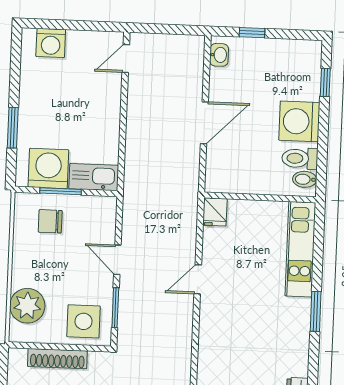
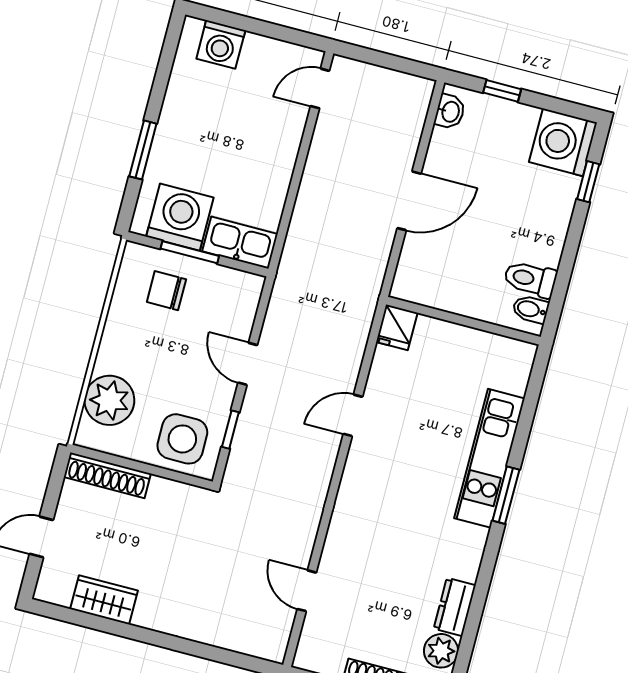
washing machine: (299, 121) -> (563, 142), moved
kitchen unit: (300, 249) -> (490, 458), moved
window: (115, 308) -> (230, 430), width x0.67
shoe rack: (57, 359) -> (107, 475), moved

